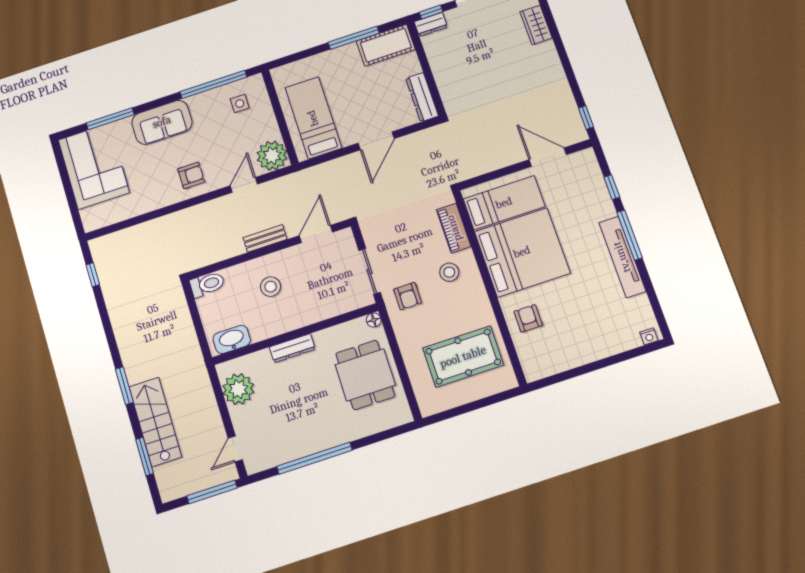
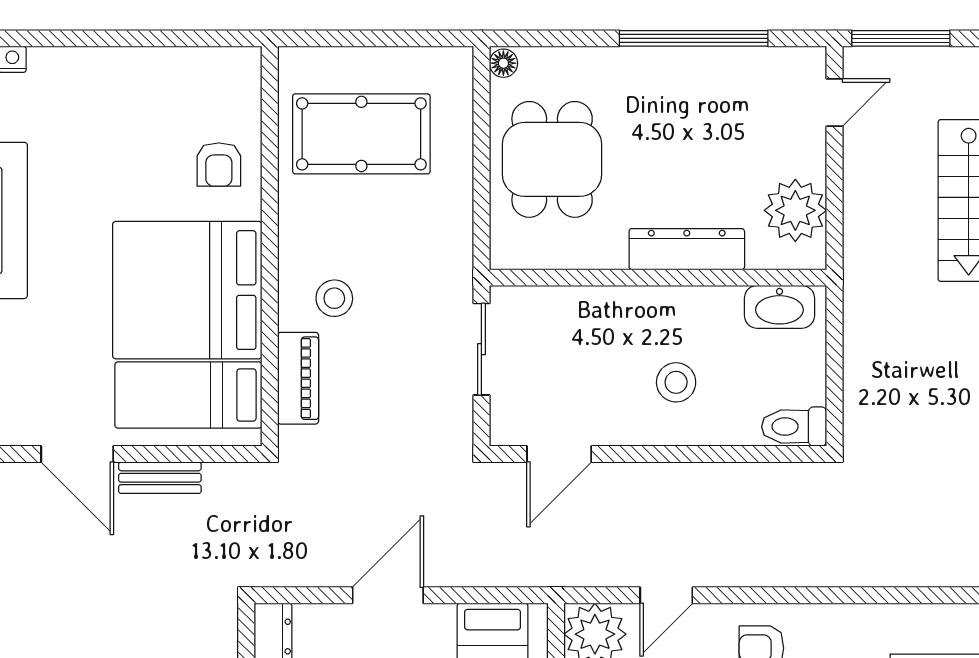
bench: (265, 238) -> (160, 478), moved
armchair: (408, 296) -> (426, 279), removed
floor lamp: (374, 320) -> (503, 63), moved
dresser: (292, 348) -> (687, 249), width x1.37, depth x1.24

